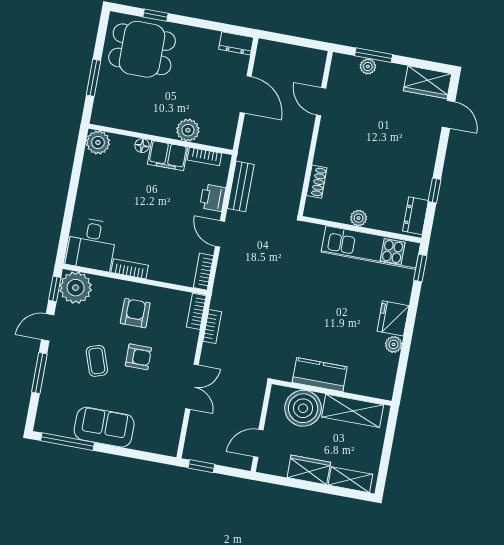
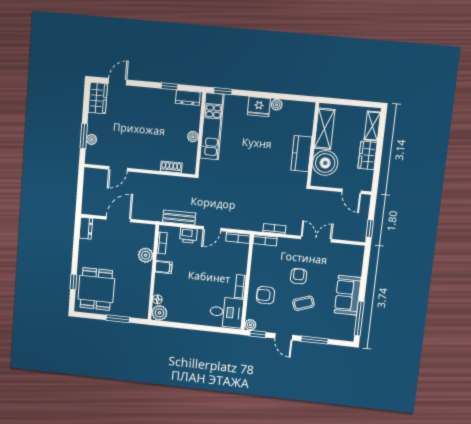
floor lamp: (142, 146) -> (157, 299), moved
filing cabinet: (168, 156) -> (164, 267), width x0.50
plant: (76, 288) -> (250, 325), width x0.53, depth x0.53
armchair: (135, 313) -> (266, 295), moved

